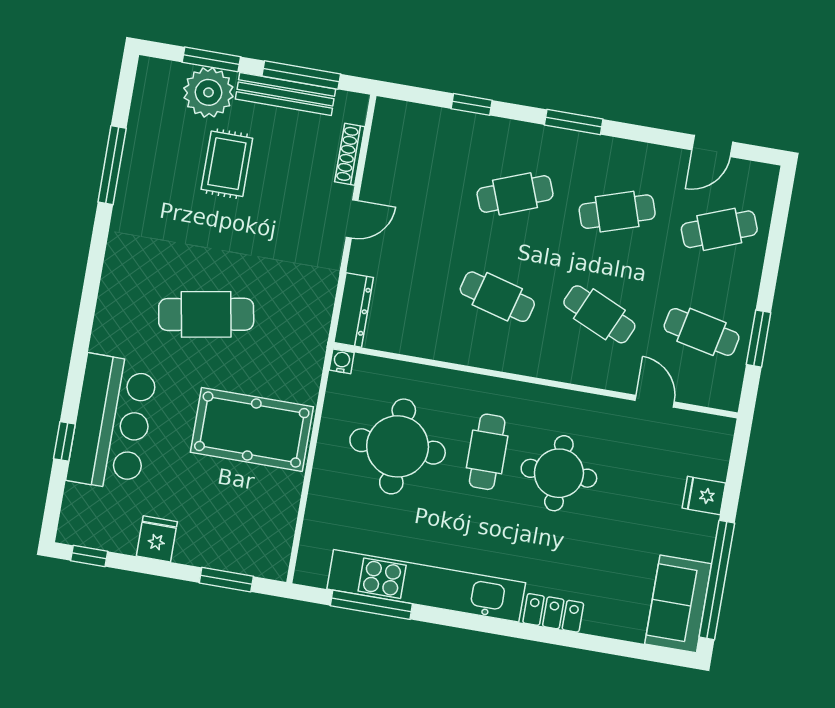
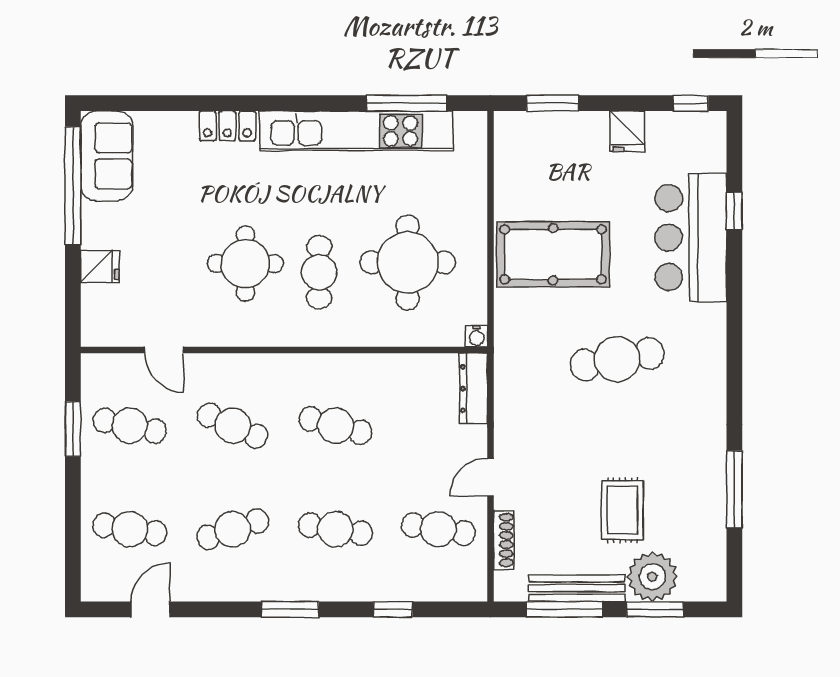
cafe table: (413, 176) -> (438, 529), added
cafe table: (515, 194) -> (335, 529), turned 30
cafe table: (719, 229) -> (130, 529), turned 30

